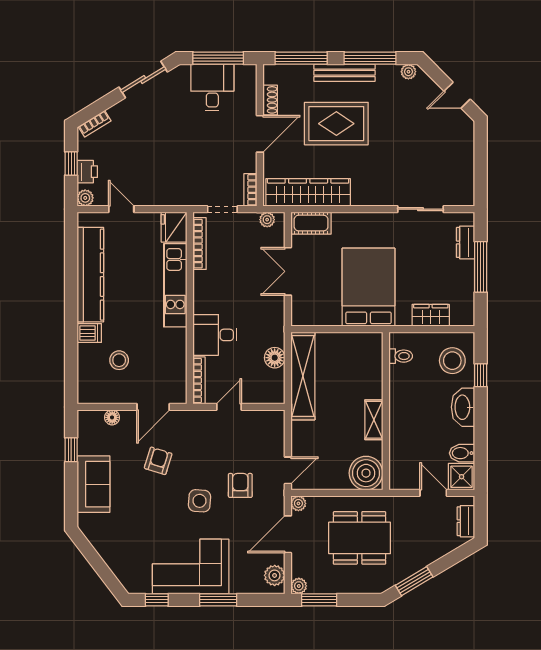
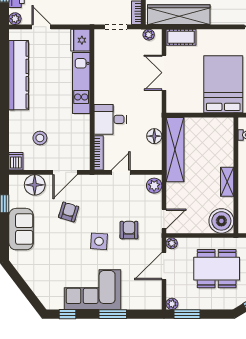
bookcase: (200, 244) -> (99, 52), removed
dishwasher: (89, 333) -> (16, 161), moved, turned -90
floor lamp: (112, 417) -> (35, 185), width x1.89, depth x1.89
plant: (275, 575) -> (154, 186), moved

